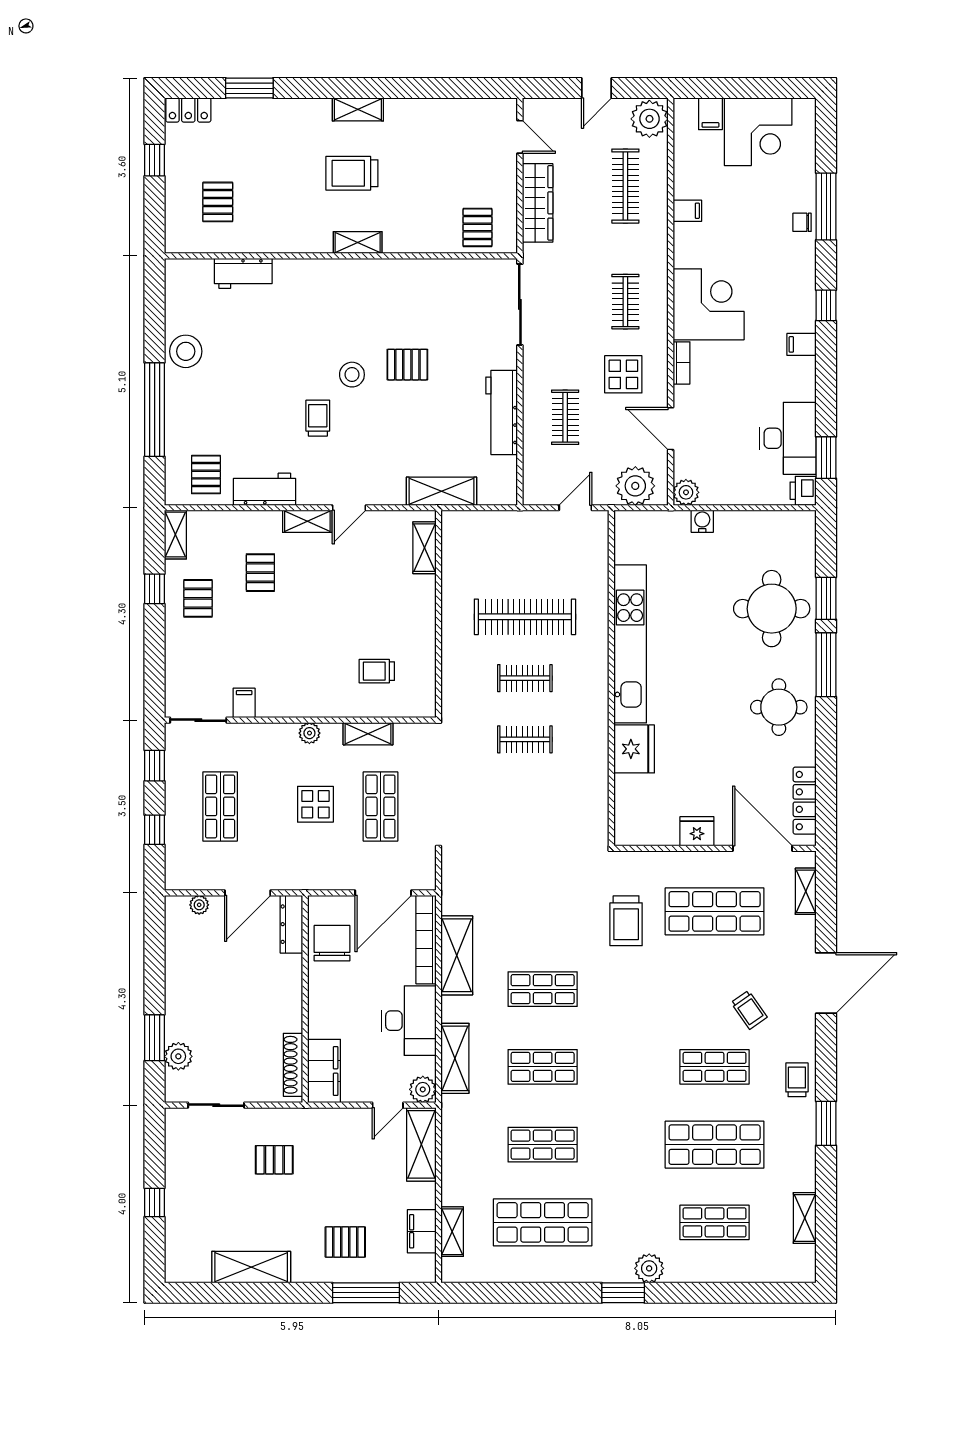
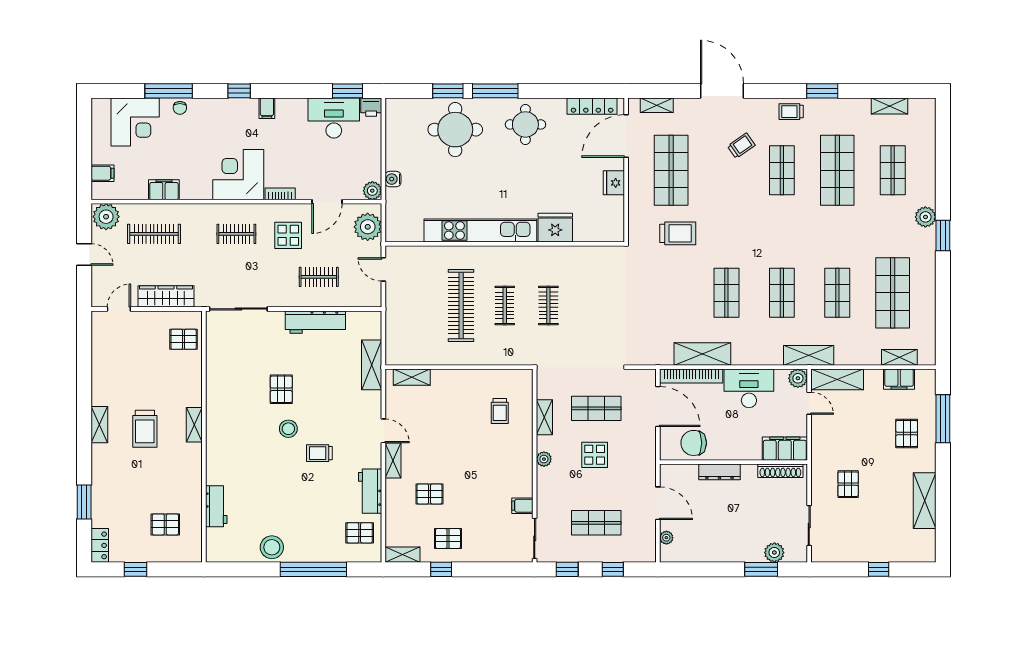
corner desk: (758, 132) -> (135, 122), moved, turned 90
filing cabinet: (687, 211) -> (164, 190), width x2.00
dresser: (291, 924) -> (719, 472), moved
shelving: (455, 1058) -> (809, 355), moved

